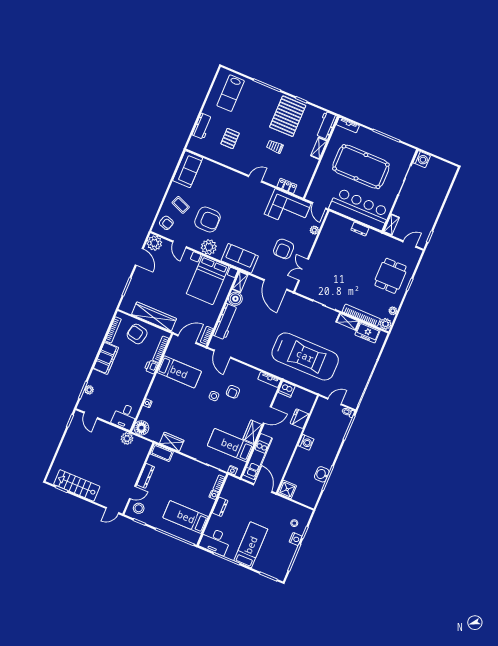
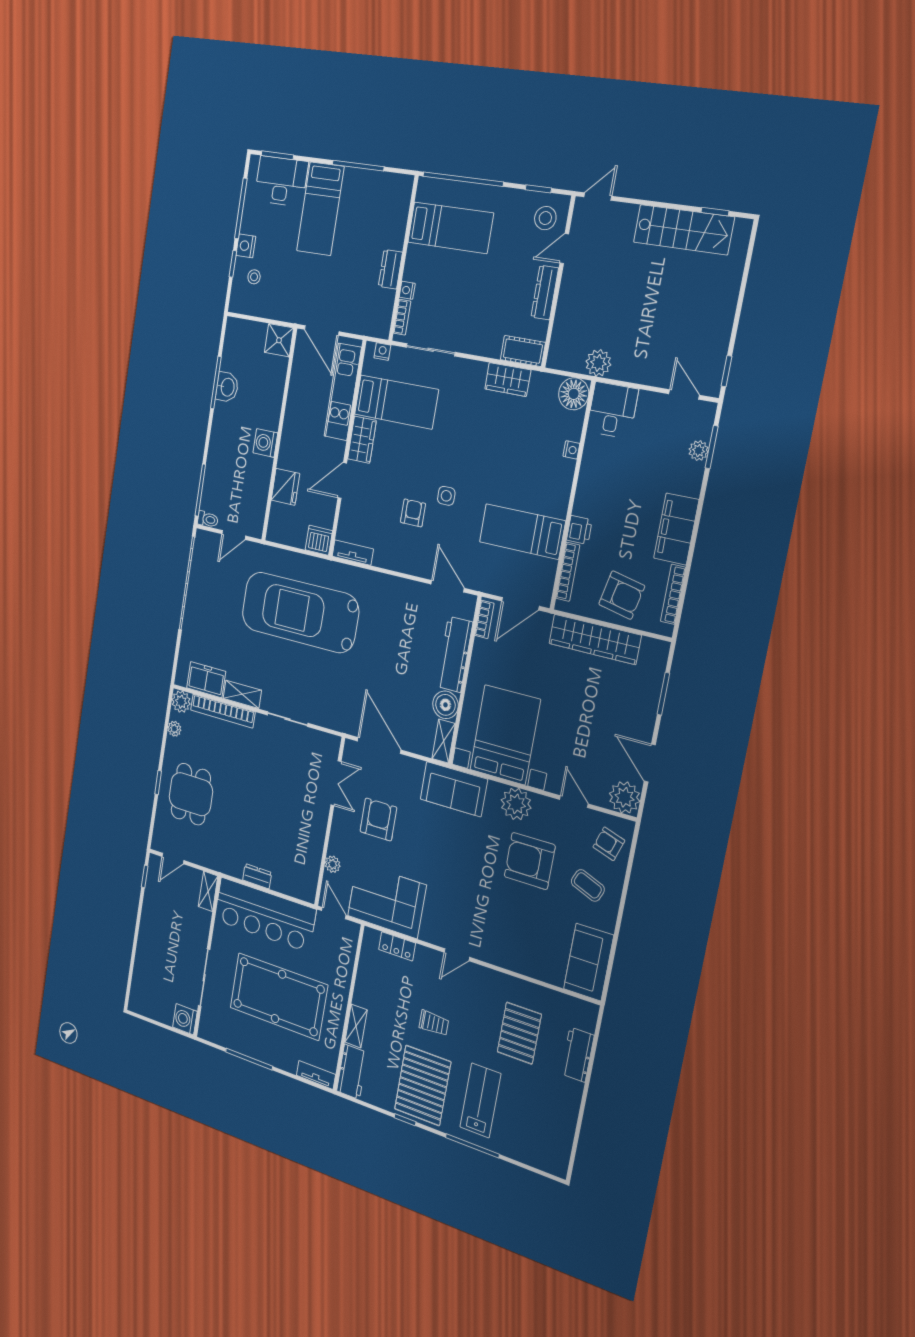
lab bench: (231, 93) -> (480, 1100), moved
pallet: (230, 138) -> (519, 1033), width x1.50, depth x1.42
desk: (215, 541) -> (281, 181), moved

